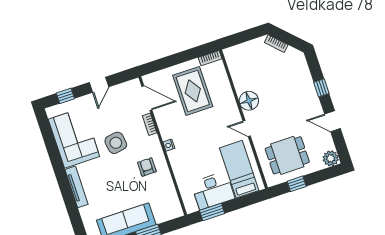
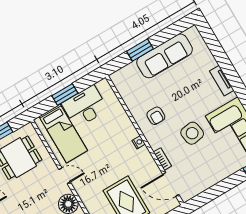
door: (99, 85) -> (222, 188), removed
tv unit: (77, 187) -> (222, 81), width x0.71
window: (212, 212) -> (65, 94), moved

